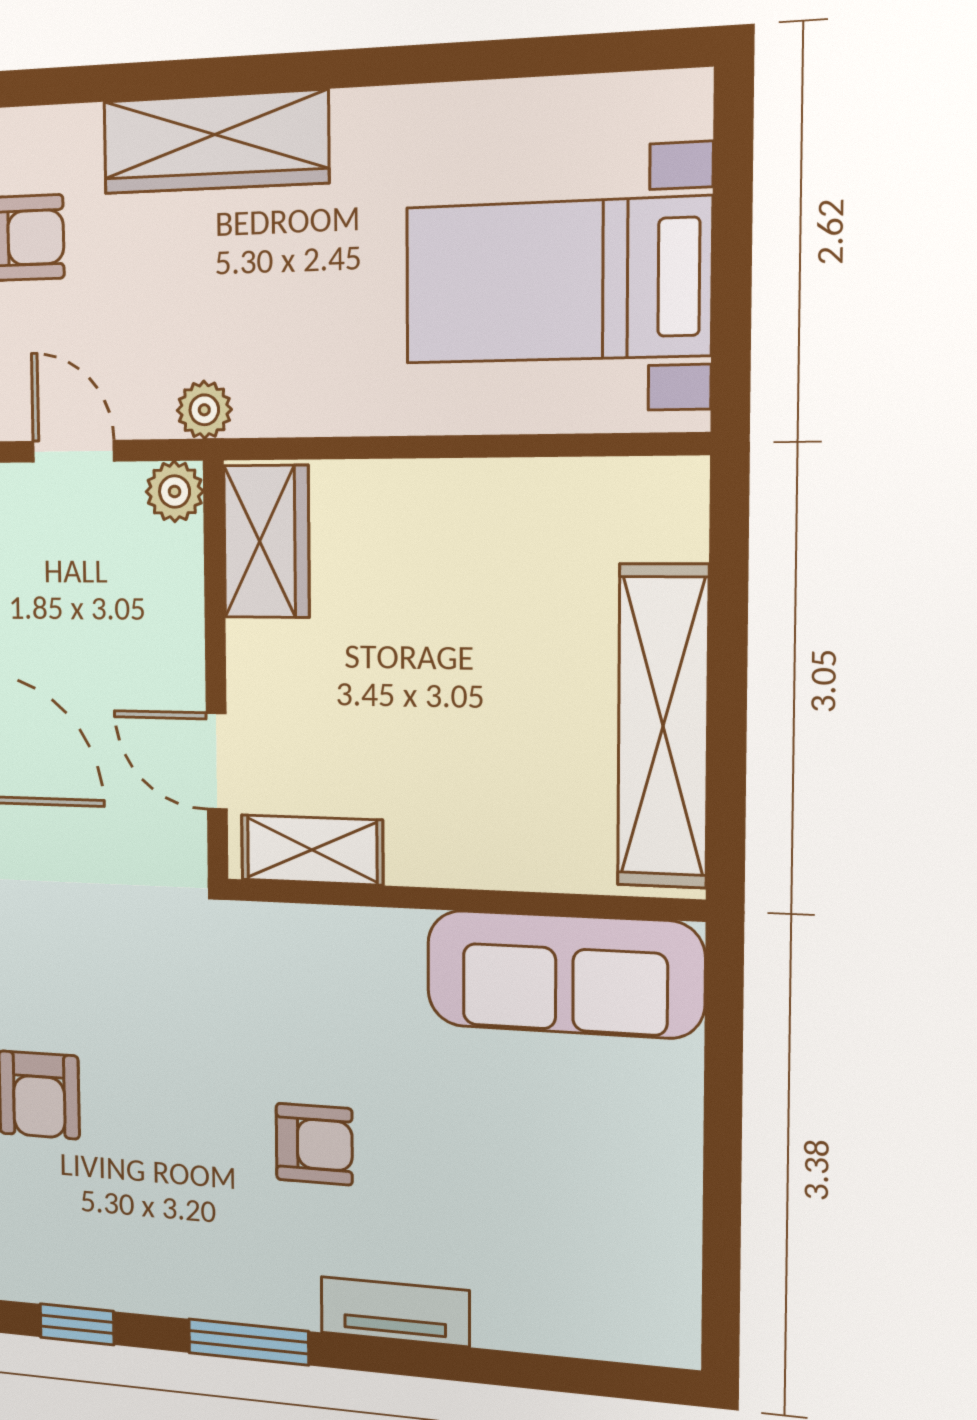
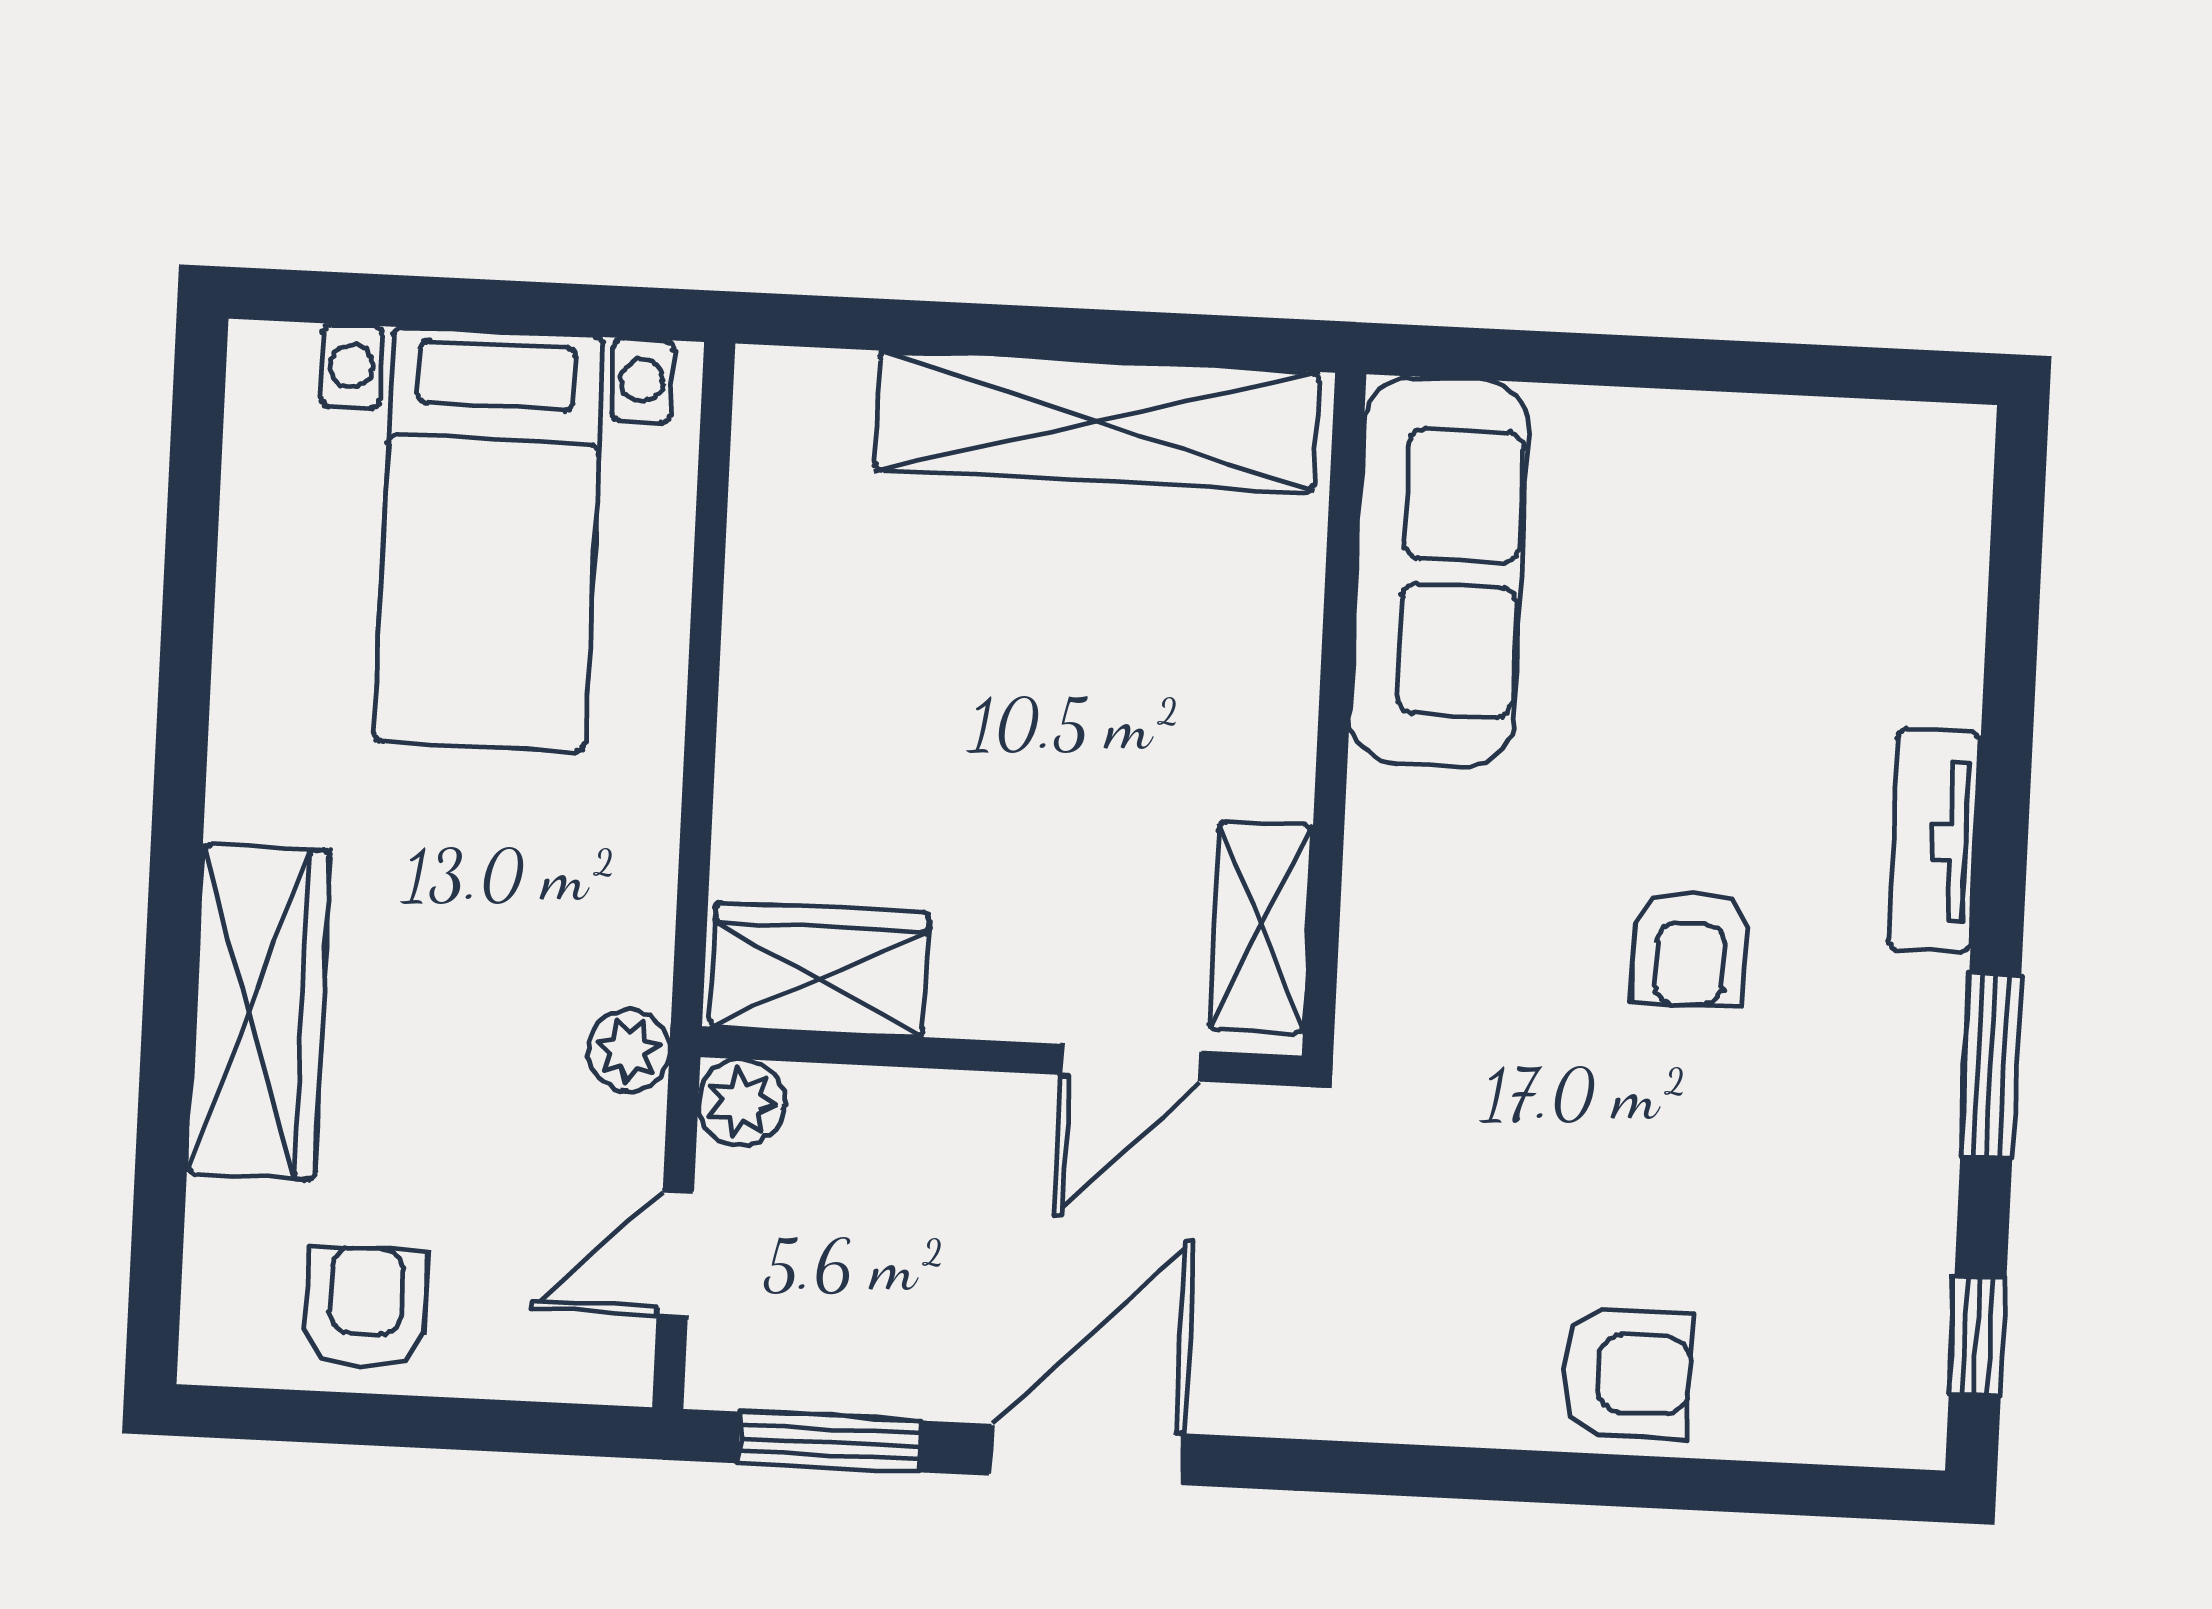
armchair: (314, 1144) -> (1690, 948), turned 180

